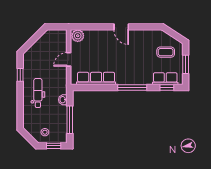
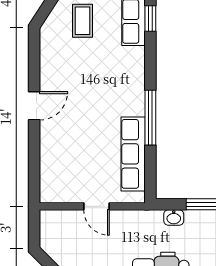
plant: (78, 36) -> (51, 189), removed
window: (132, 88) -> (150, 118), moved

